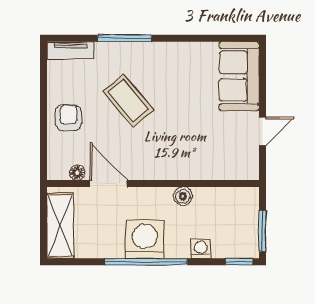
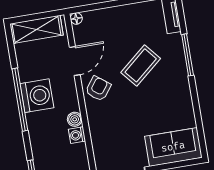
armchair: (68, 118) -> (98, 89), moved, turned -53
floor lamp: (77, 173) -> (76, 18), moved
washing machine: (201, 249) -> (77, 135), moved, turned 180

